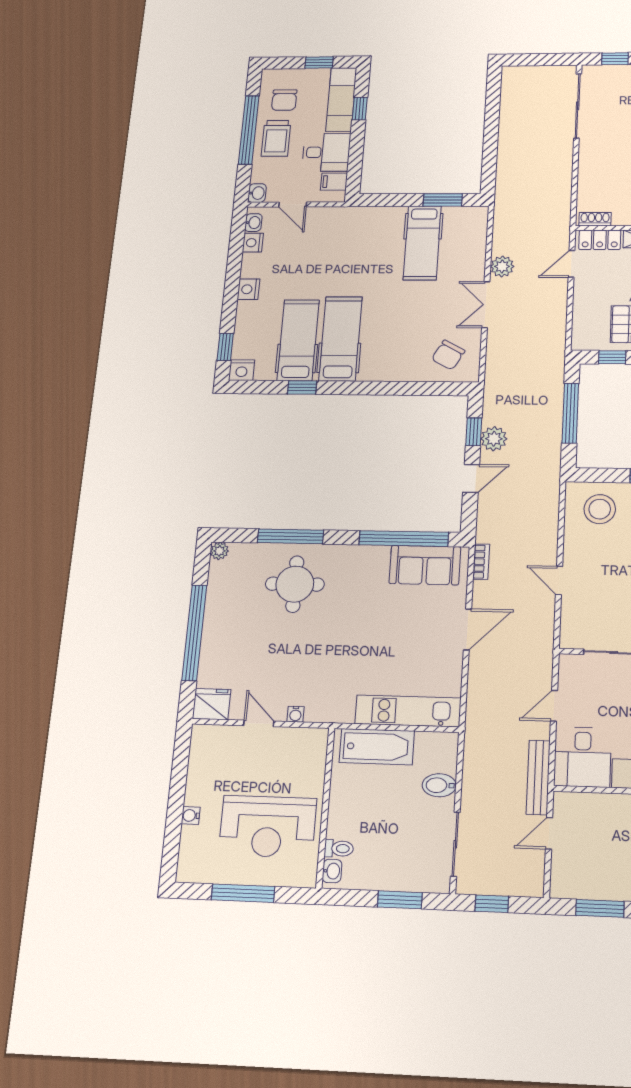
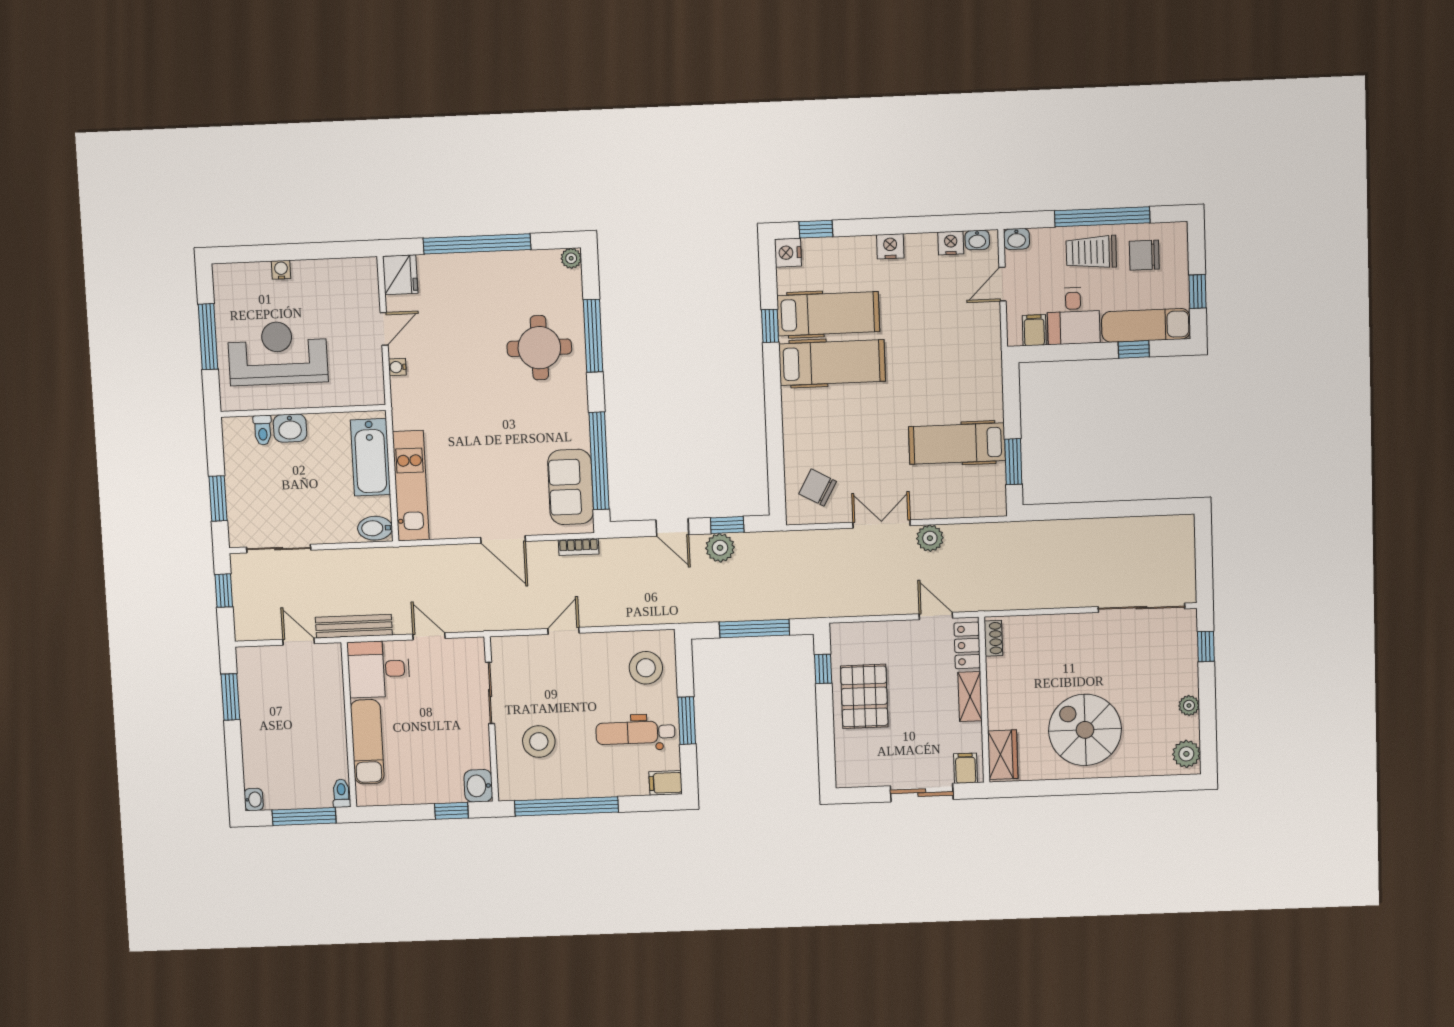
bidet: (439, 785) -> (375, 528), moved, turned -90
reception desk: (268, 826) -> (278, 353), turned 90
washbasin: (332, 871) -> (290, 428), moved, width x1.38, depth x1.45

